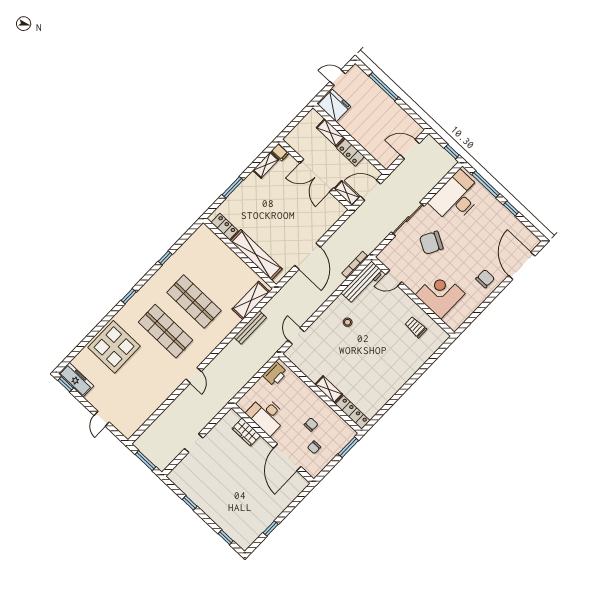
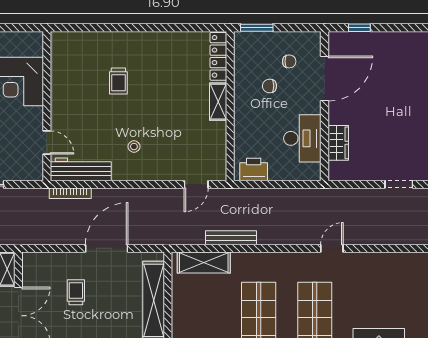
trolley: (300, 218) -> (76, 292), added
trolley: (416, 327) -> (118, 81), moved
window: (271, 529) -> (359, 28), moved

